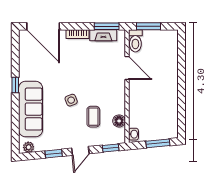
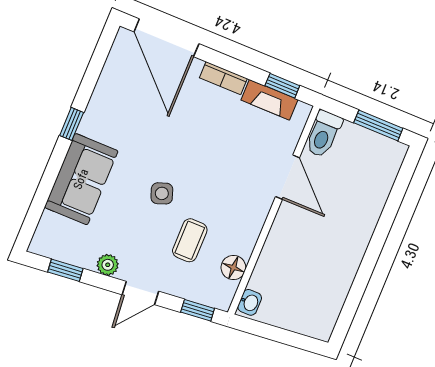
window: (107, 26) -> (282, 86), width x0.67
window: (148, 26) -> (378, 125), moved
sofa: (31, 109) -> (81, 179), width x0.73
window: (158, 143) -> (287, 337), removed
plant: (29, 147) -> (108, 265), moved
window: (54, 154) -> (65, 270), moved

